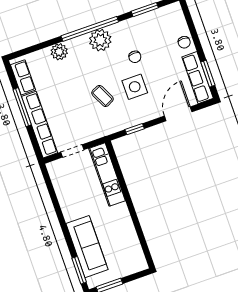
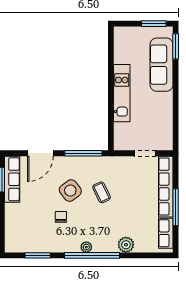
plant: (100, 40) -> (86, 247), width x0.53, depth x0.53
chair: (184, 42) -> (13, 214), removed
side table: (135, 87) -> (70, 191), turned -37
window: (135, 129) -> (83, 153), width x2.17
kitchen unit: (107, 175) -> (122, 93), moved

